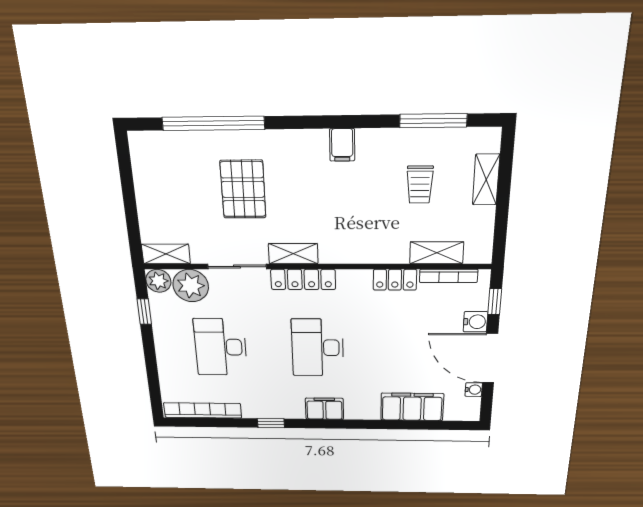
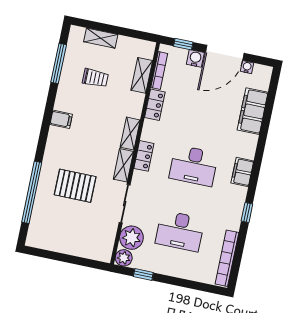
shelving: (166, 254) -> (130, 134), moved
locker: (303, 279) -> (144, 156), width x0.66

